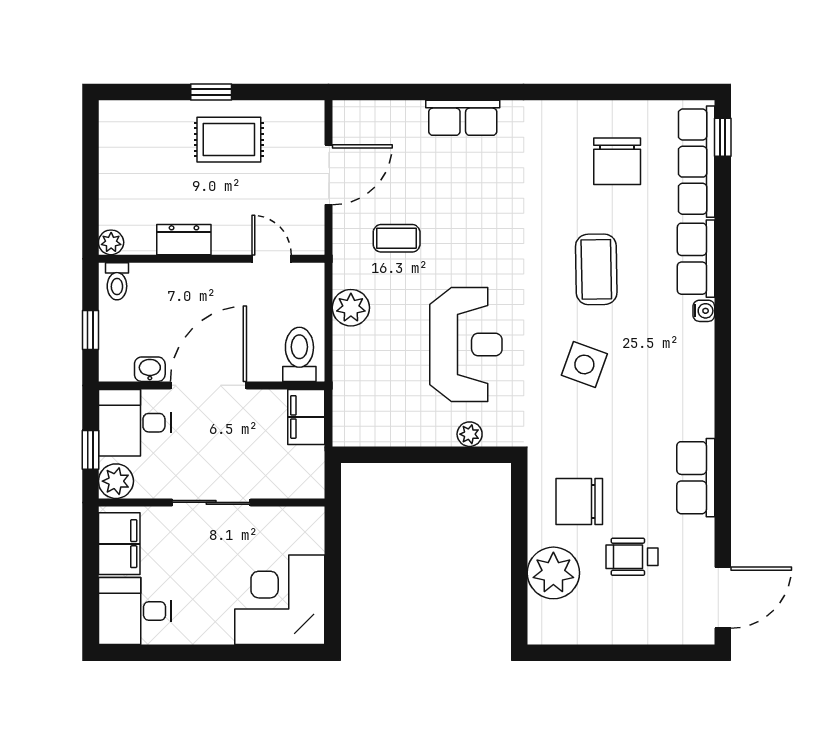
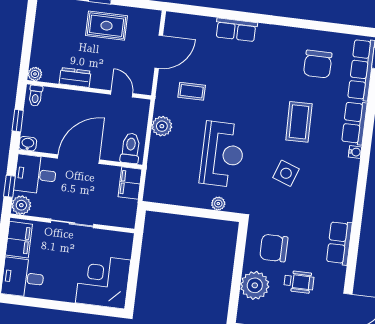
washbasin: (150, 369) -> (28, 144), moved
wheelchair: (632, 557) -> (299, 282), turned 180

